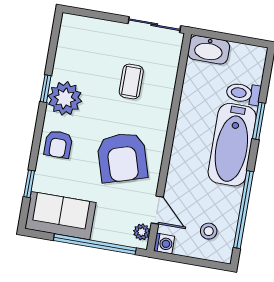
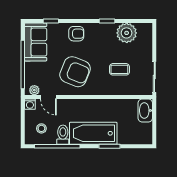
toilet: (243, 93) -> (63, 135), moved
plant: (65, 98) -> (127, 33), moved
armchair: (58, 144) -> (76, 34), turned 180
armchair: (122, 158) -> (75, 72), turned -141
door: (157, 210) -> (48, 97), hinge flipped

